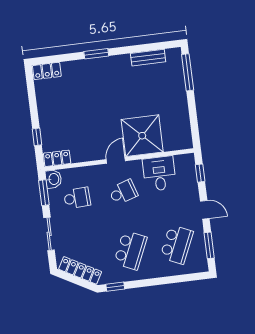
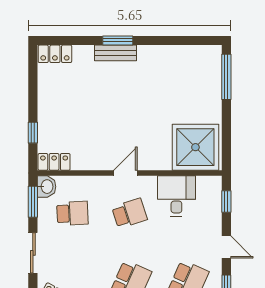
bench: (148, 58) -> (115, 53), moved
shower: (142, 136) -> (195, 147), moved

